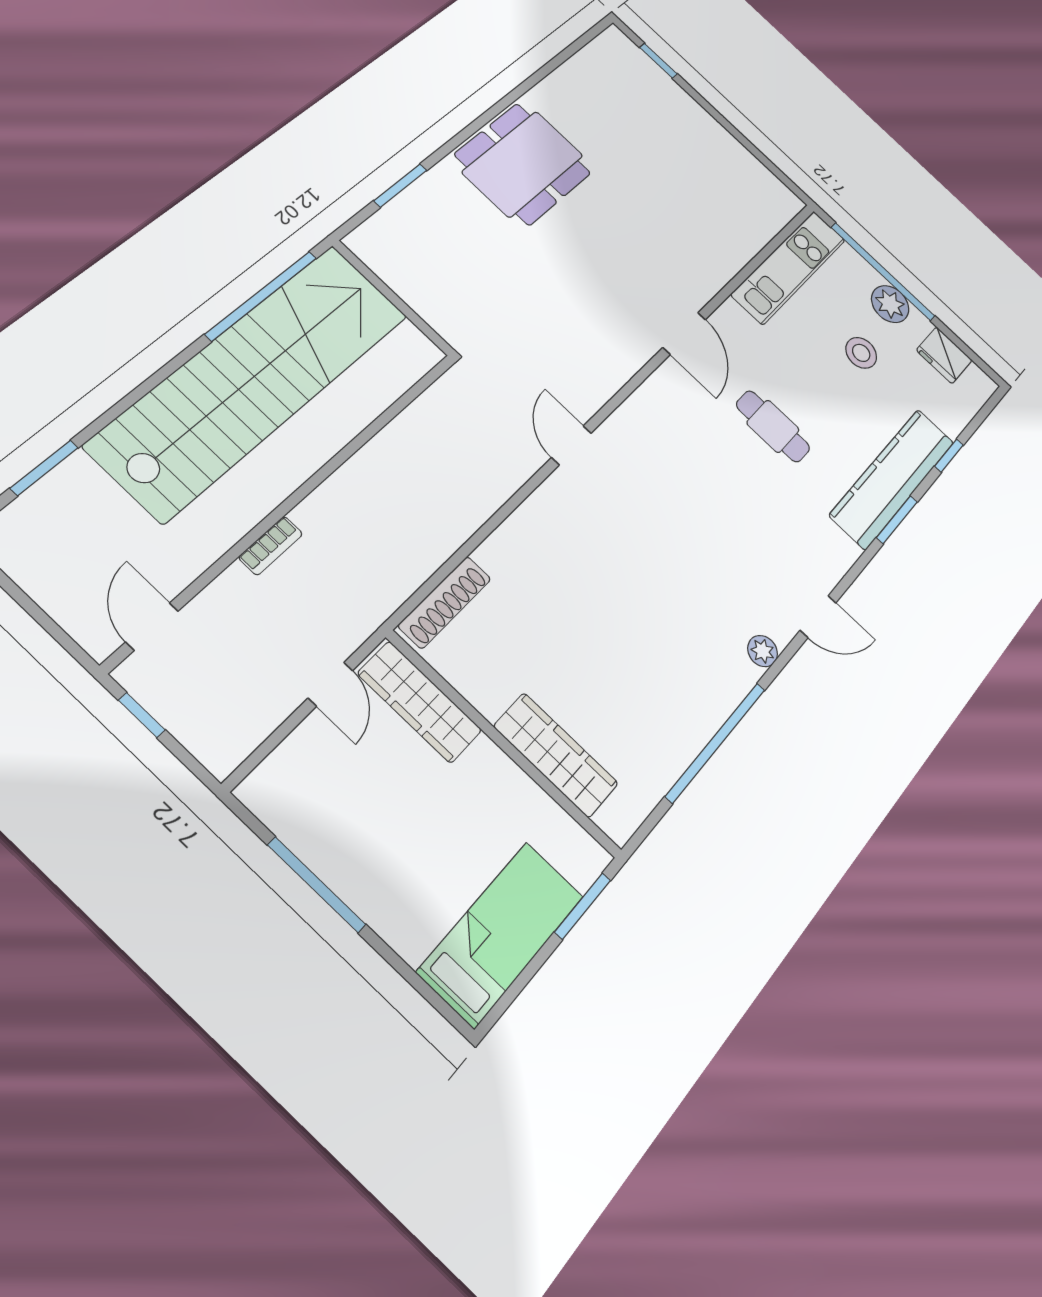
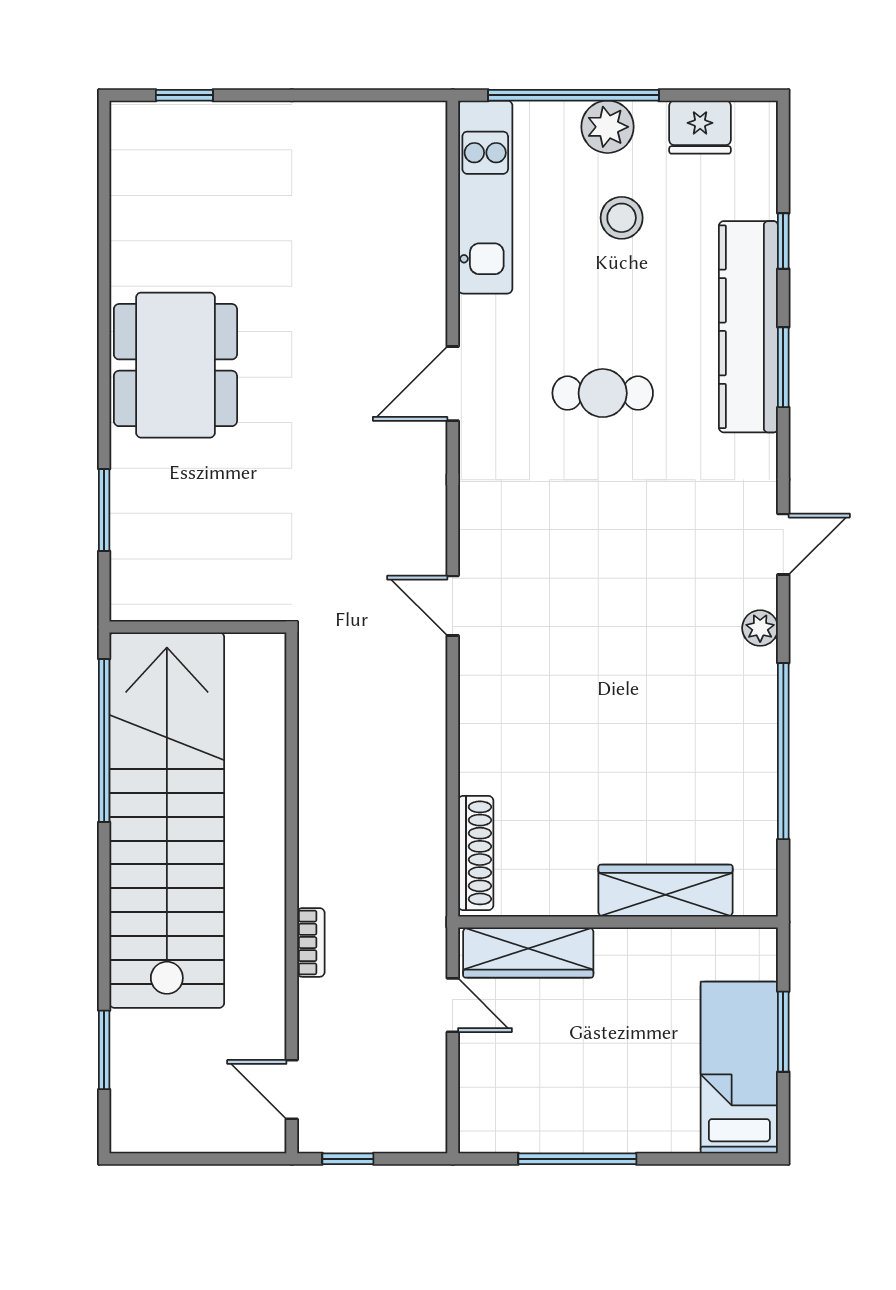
door: (684, 333) -> (453, 384), swing flipped
window: (583, 906) -> (783, 1032), moved

